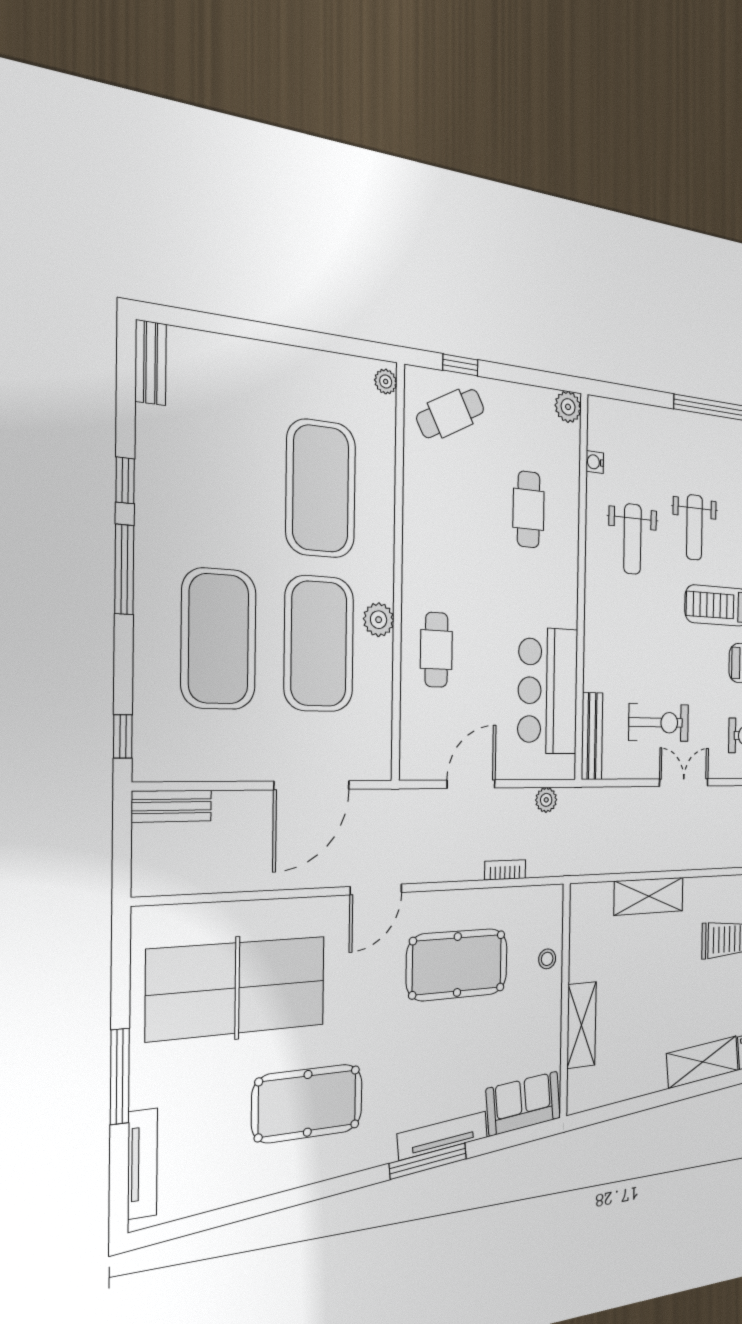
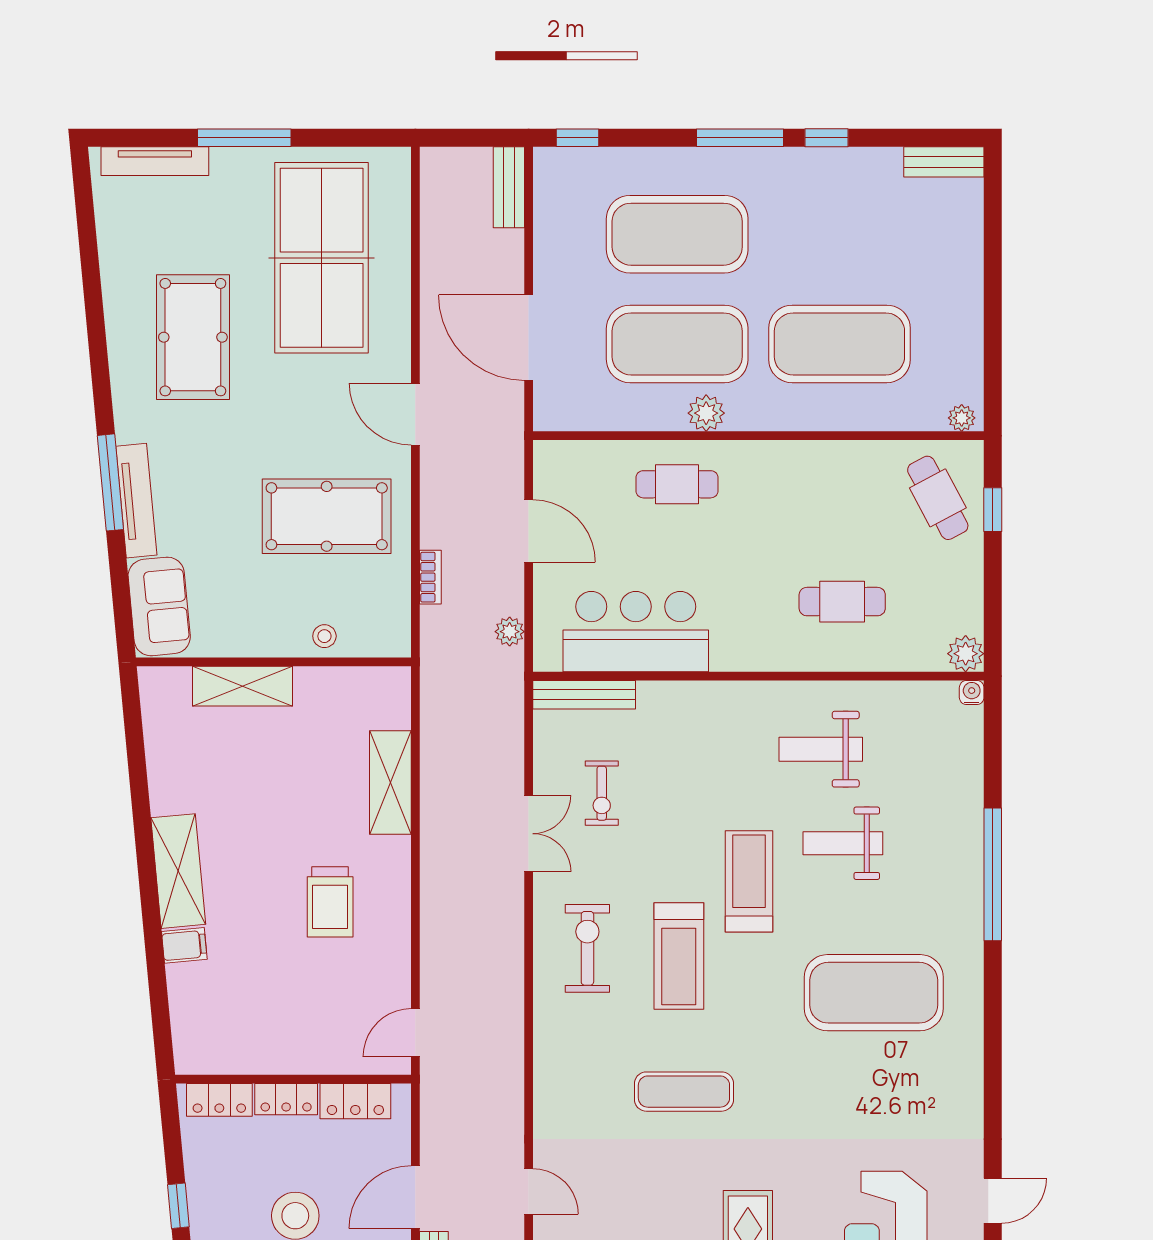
water cooler: (595, 462) -> (972, 693), moved
exercise bike: (659, 723) -> (602, 793), width x0.73, depth x0.72
pool table: (457, 965) -> (327, 516), turned 90

